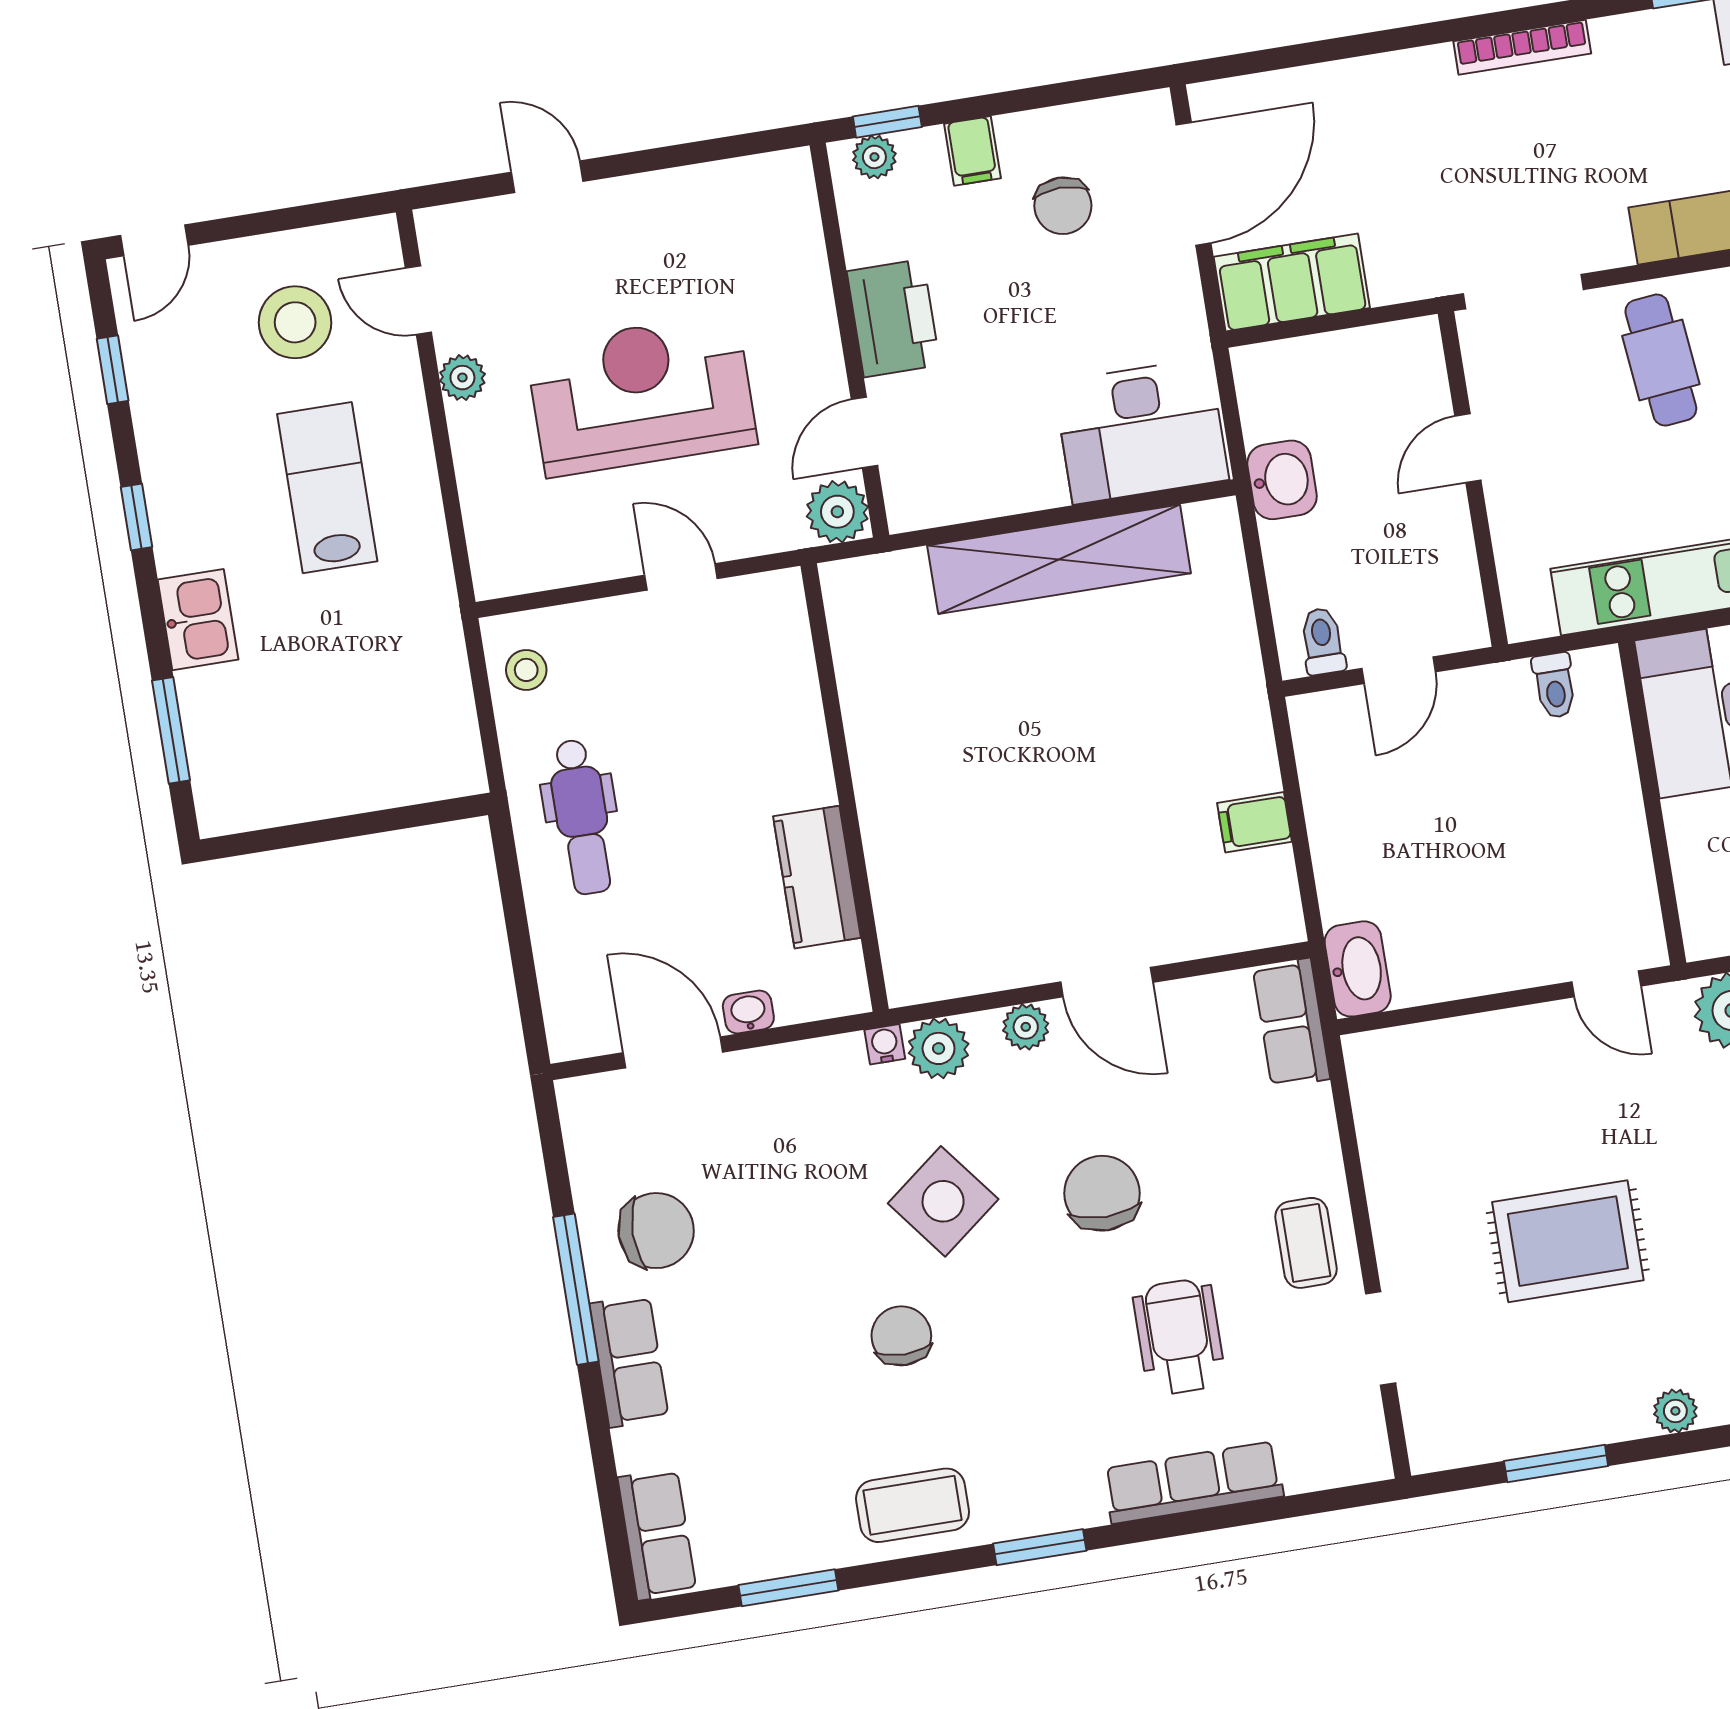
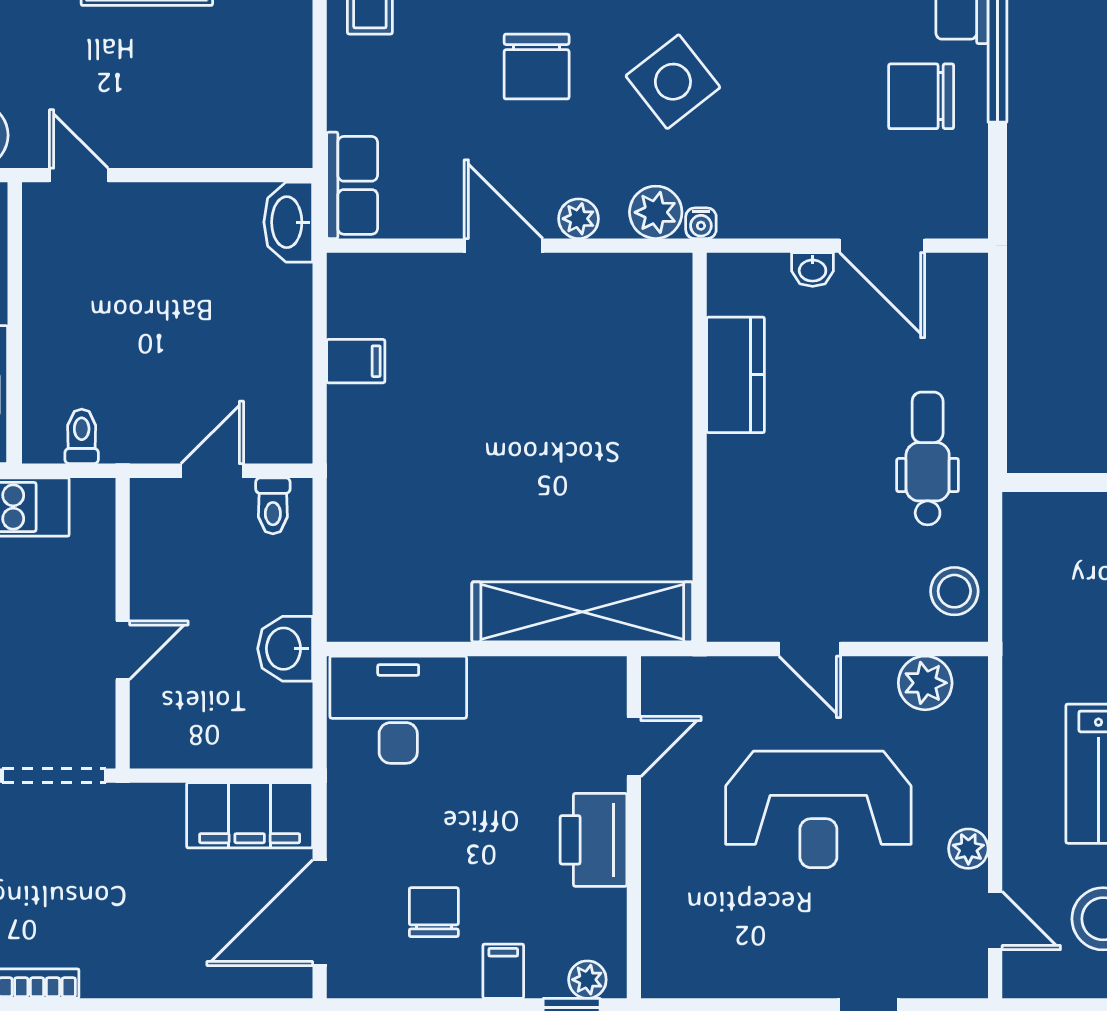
plant: (837, 512) -> (925, 683), moved
shelving: (1059, 559) -> (582, 612), moved
stool: (526, 670) -> (954, 591), width x1.37, depth x1.37

